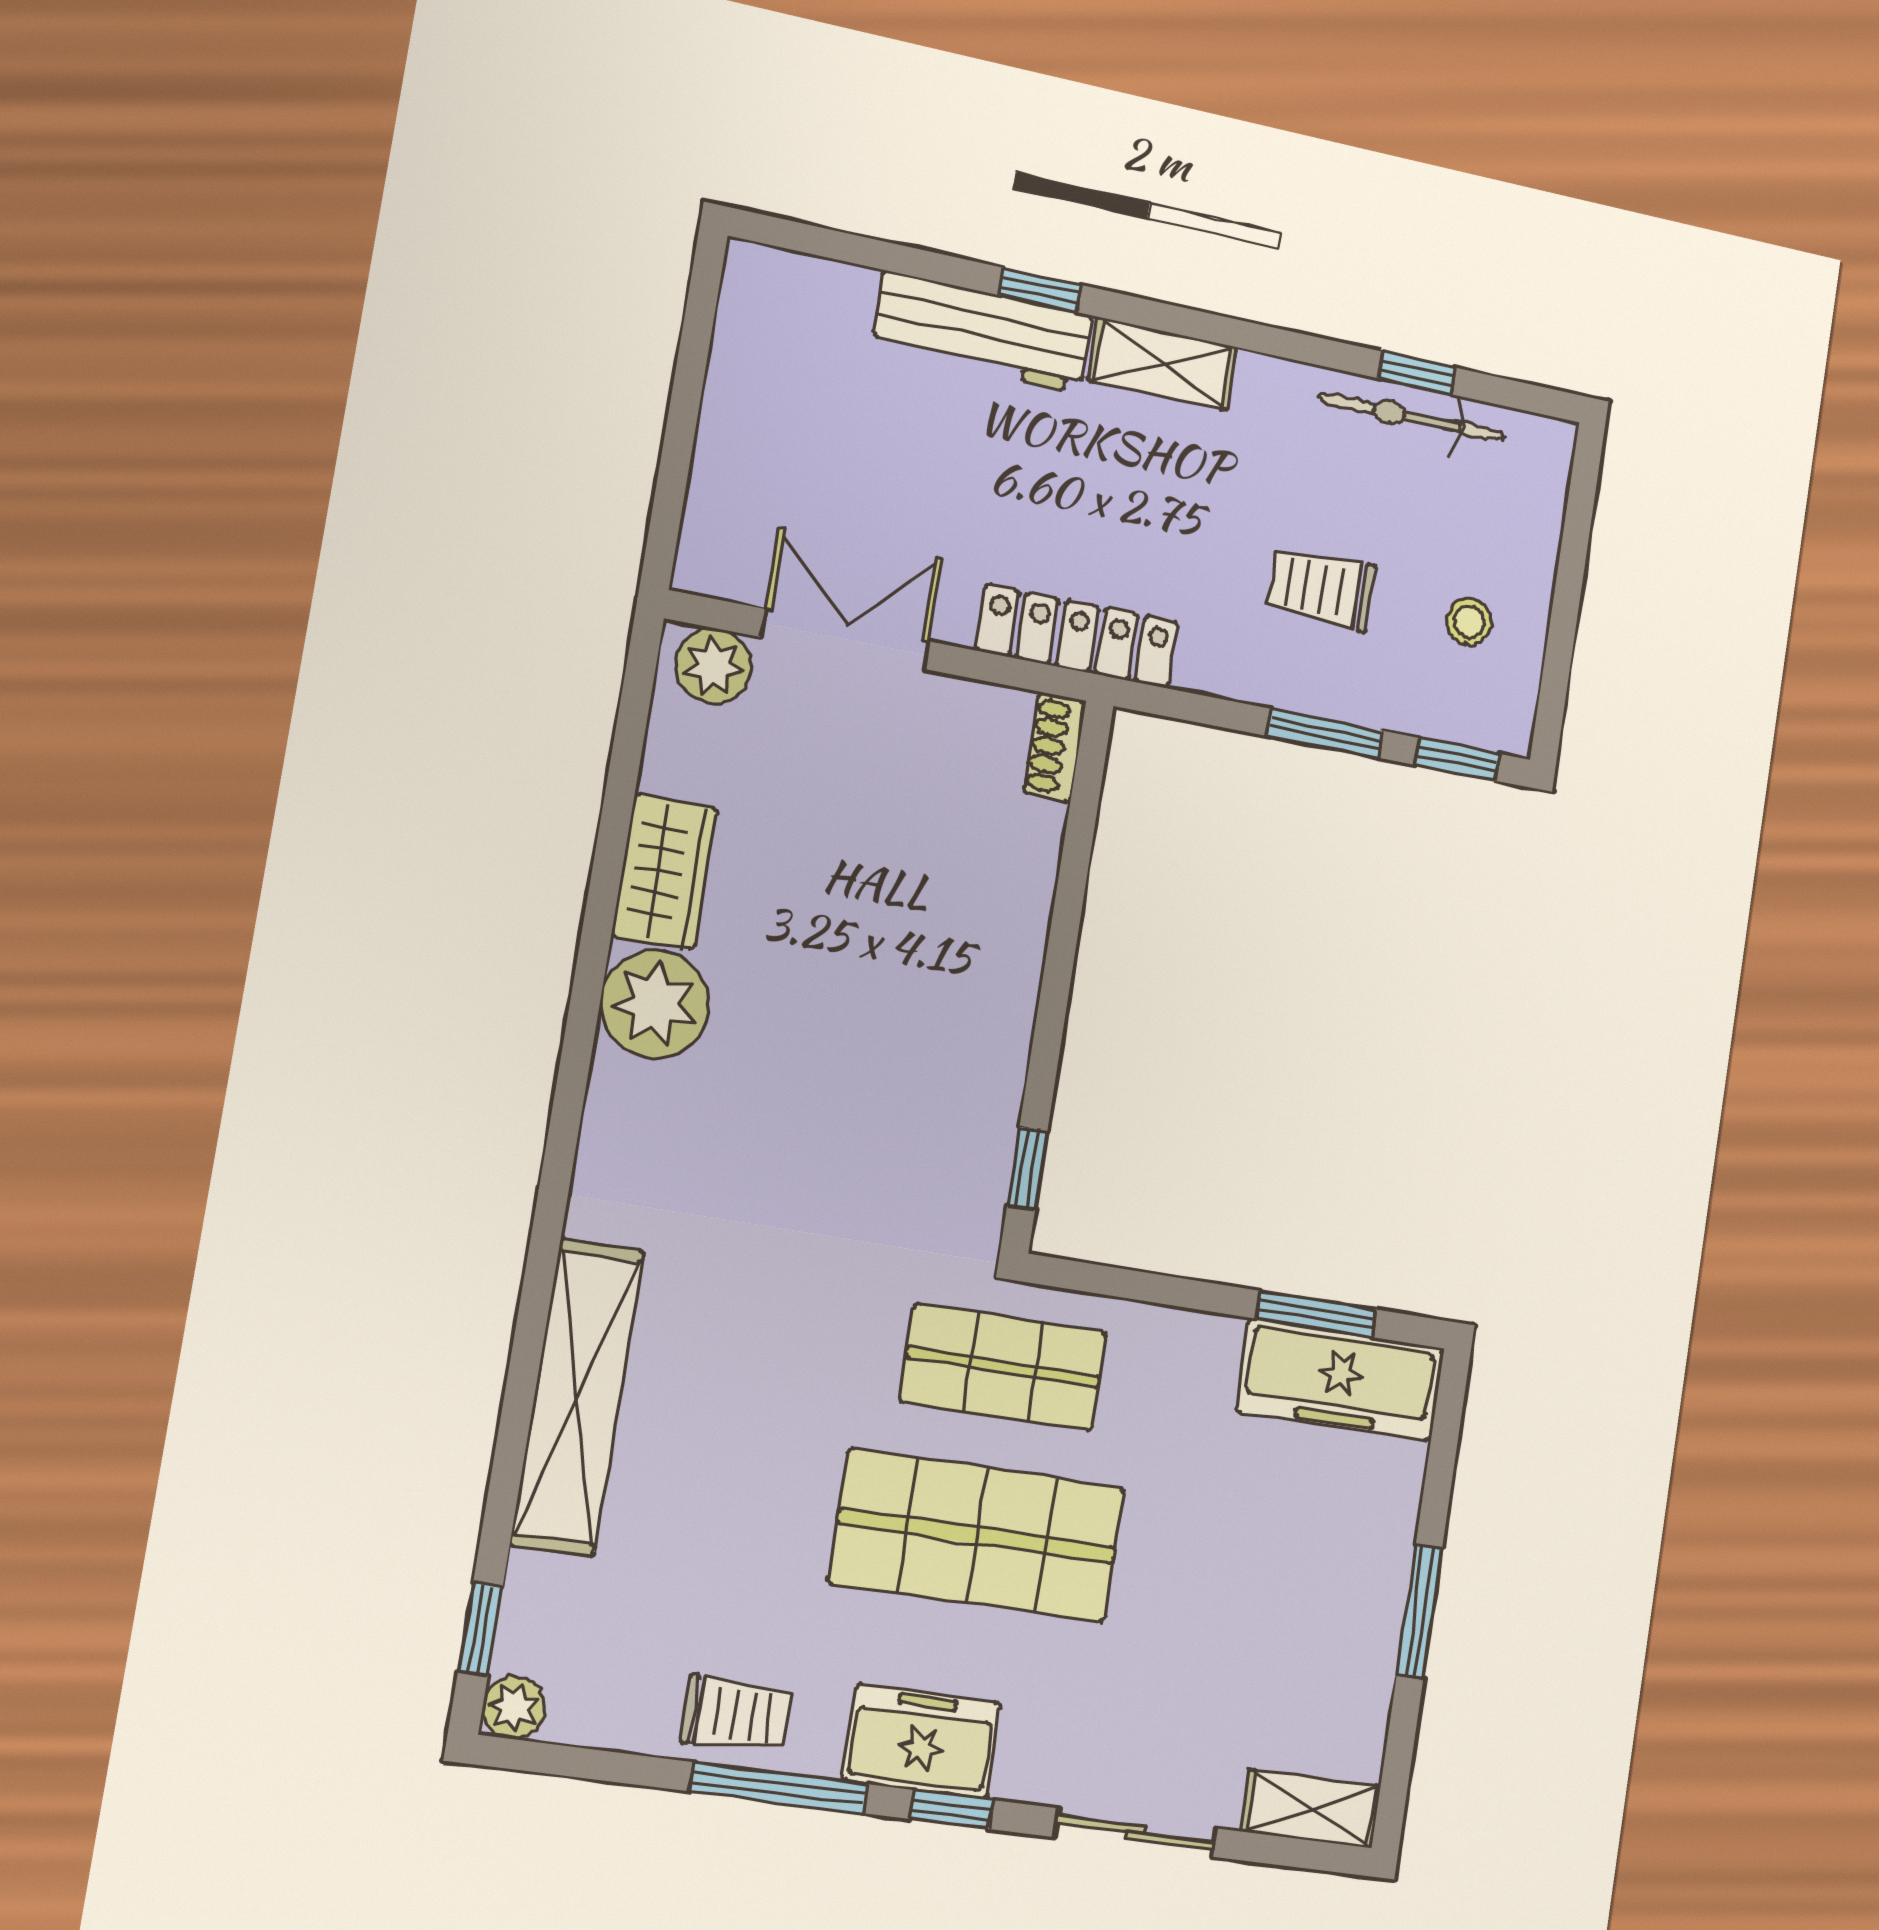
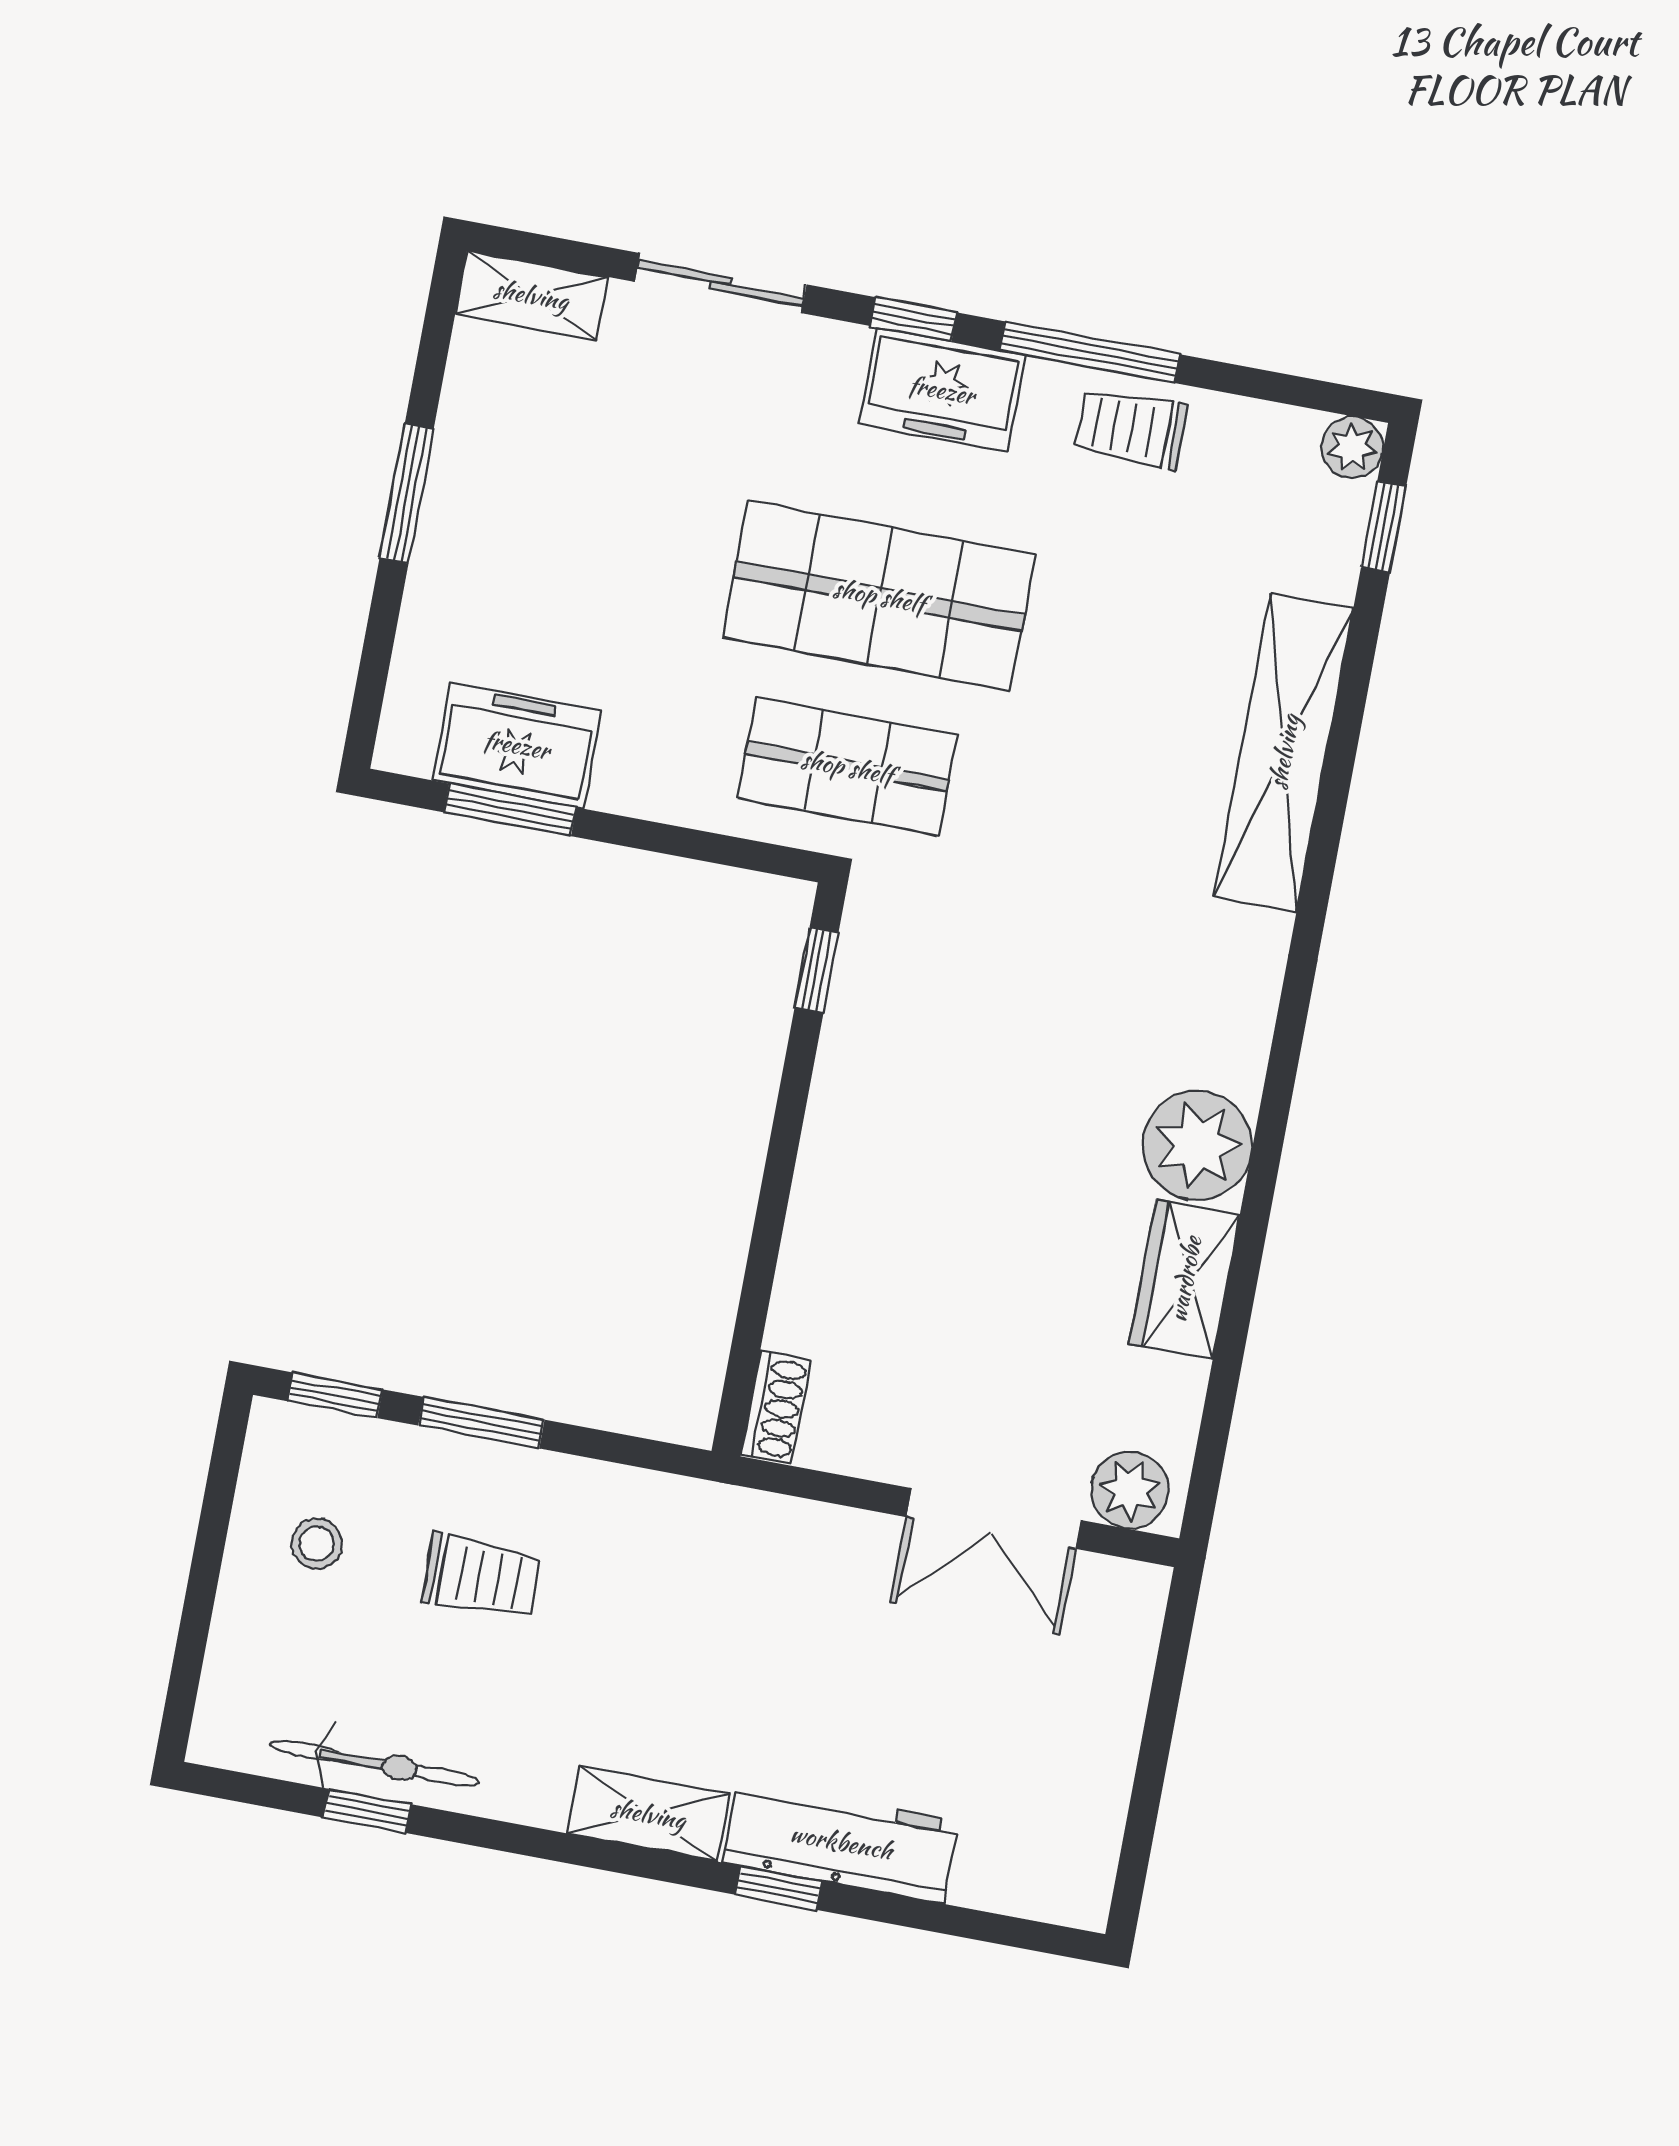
locker: (1077, 636) -> (748, 1524), removed
freezer: (1340, 1380) -> (517, 745), width x0.71

